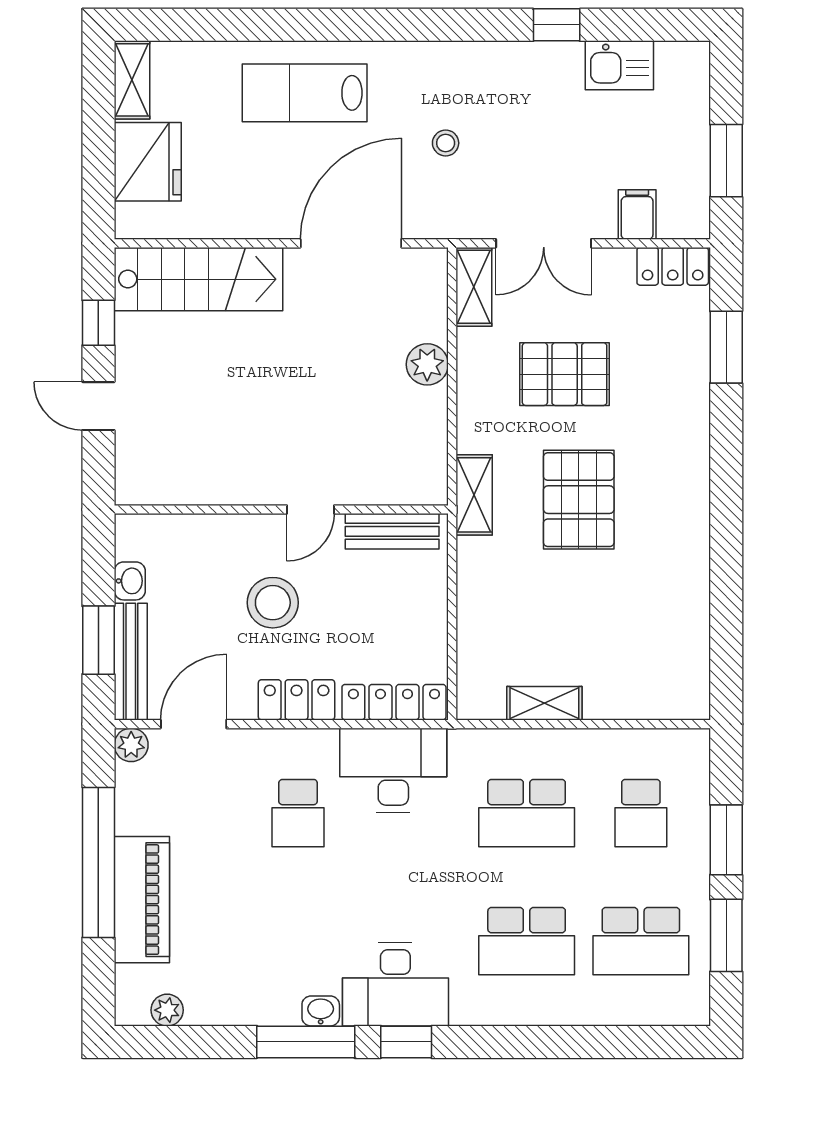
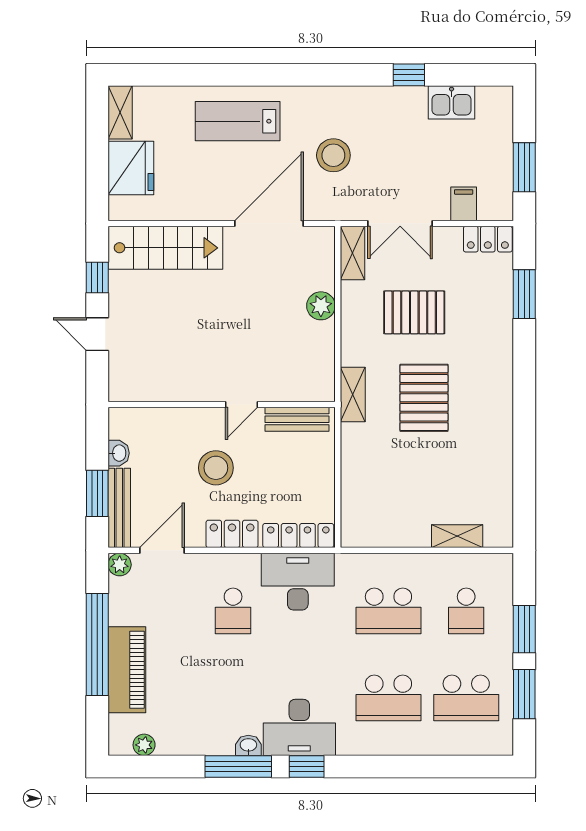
stool: (446, 143) -> (333, 155), width x1.89, depth x1.89
shelving: (544, 703) -> (457, 536), moved

